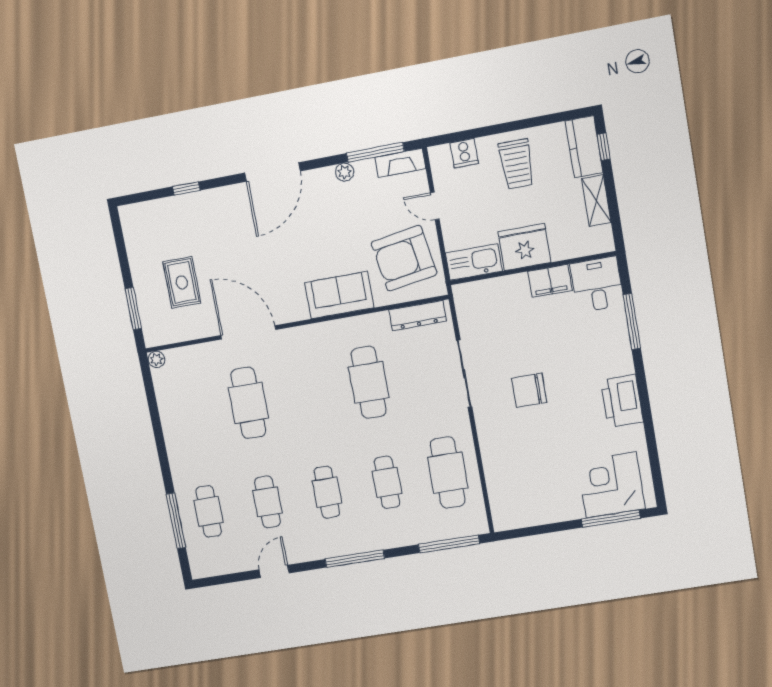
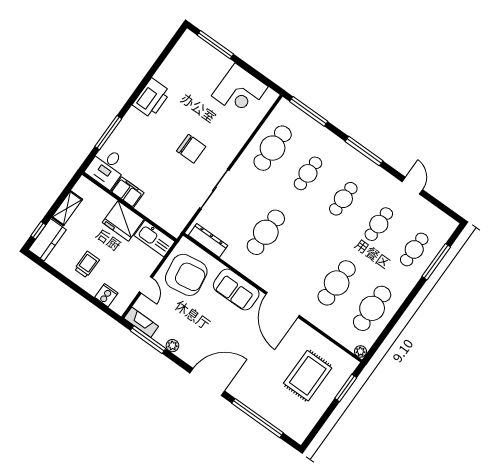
trolley: (517, 164) -> (87, 264), width x0.73, depth x0.72
window: (186, 188) -> (258, 418), width x3.17
rug: (182, 282) -> (308, 376), width x1.36, depth x1.43
door: (248, 332) -> (282, 305), moved
cafe table: (189, 413) -> (372, 308), added
corner desk: (611, 485) -> (240, 91), moved
door: (274, 571) -> (412, 186), swing flipped

